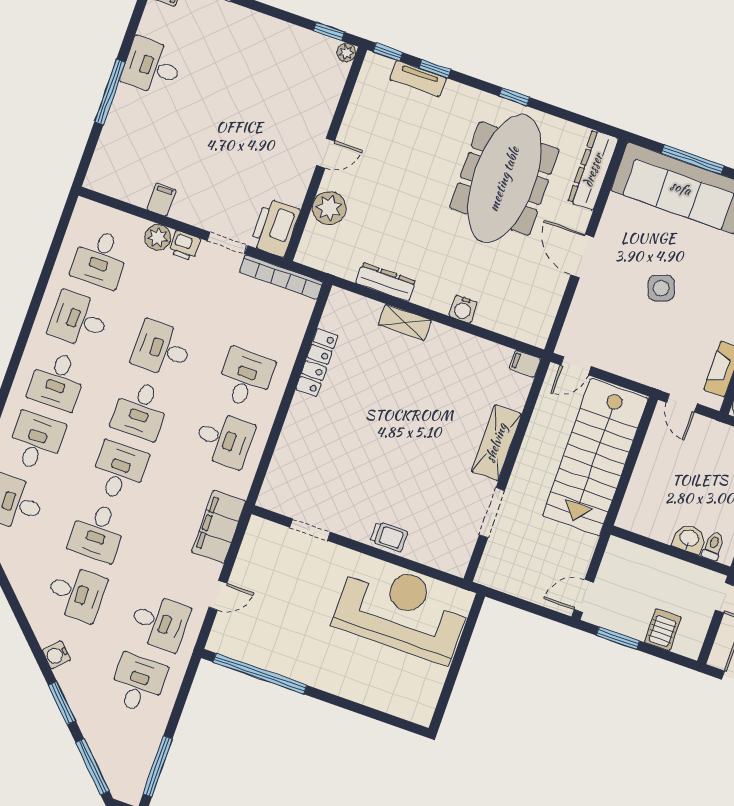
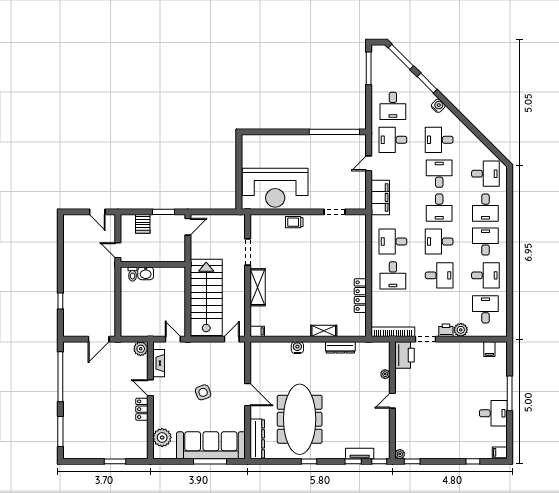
filing cabinet: (161, 200) -> (489, 349), moved
plant: (329, 208) -> (385, 374), width x0.53, depth x0.53
desk: (141, 410) -> (439, 242), turned -90

